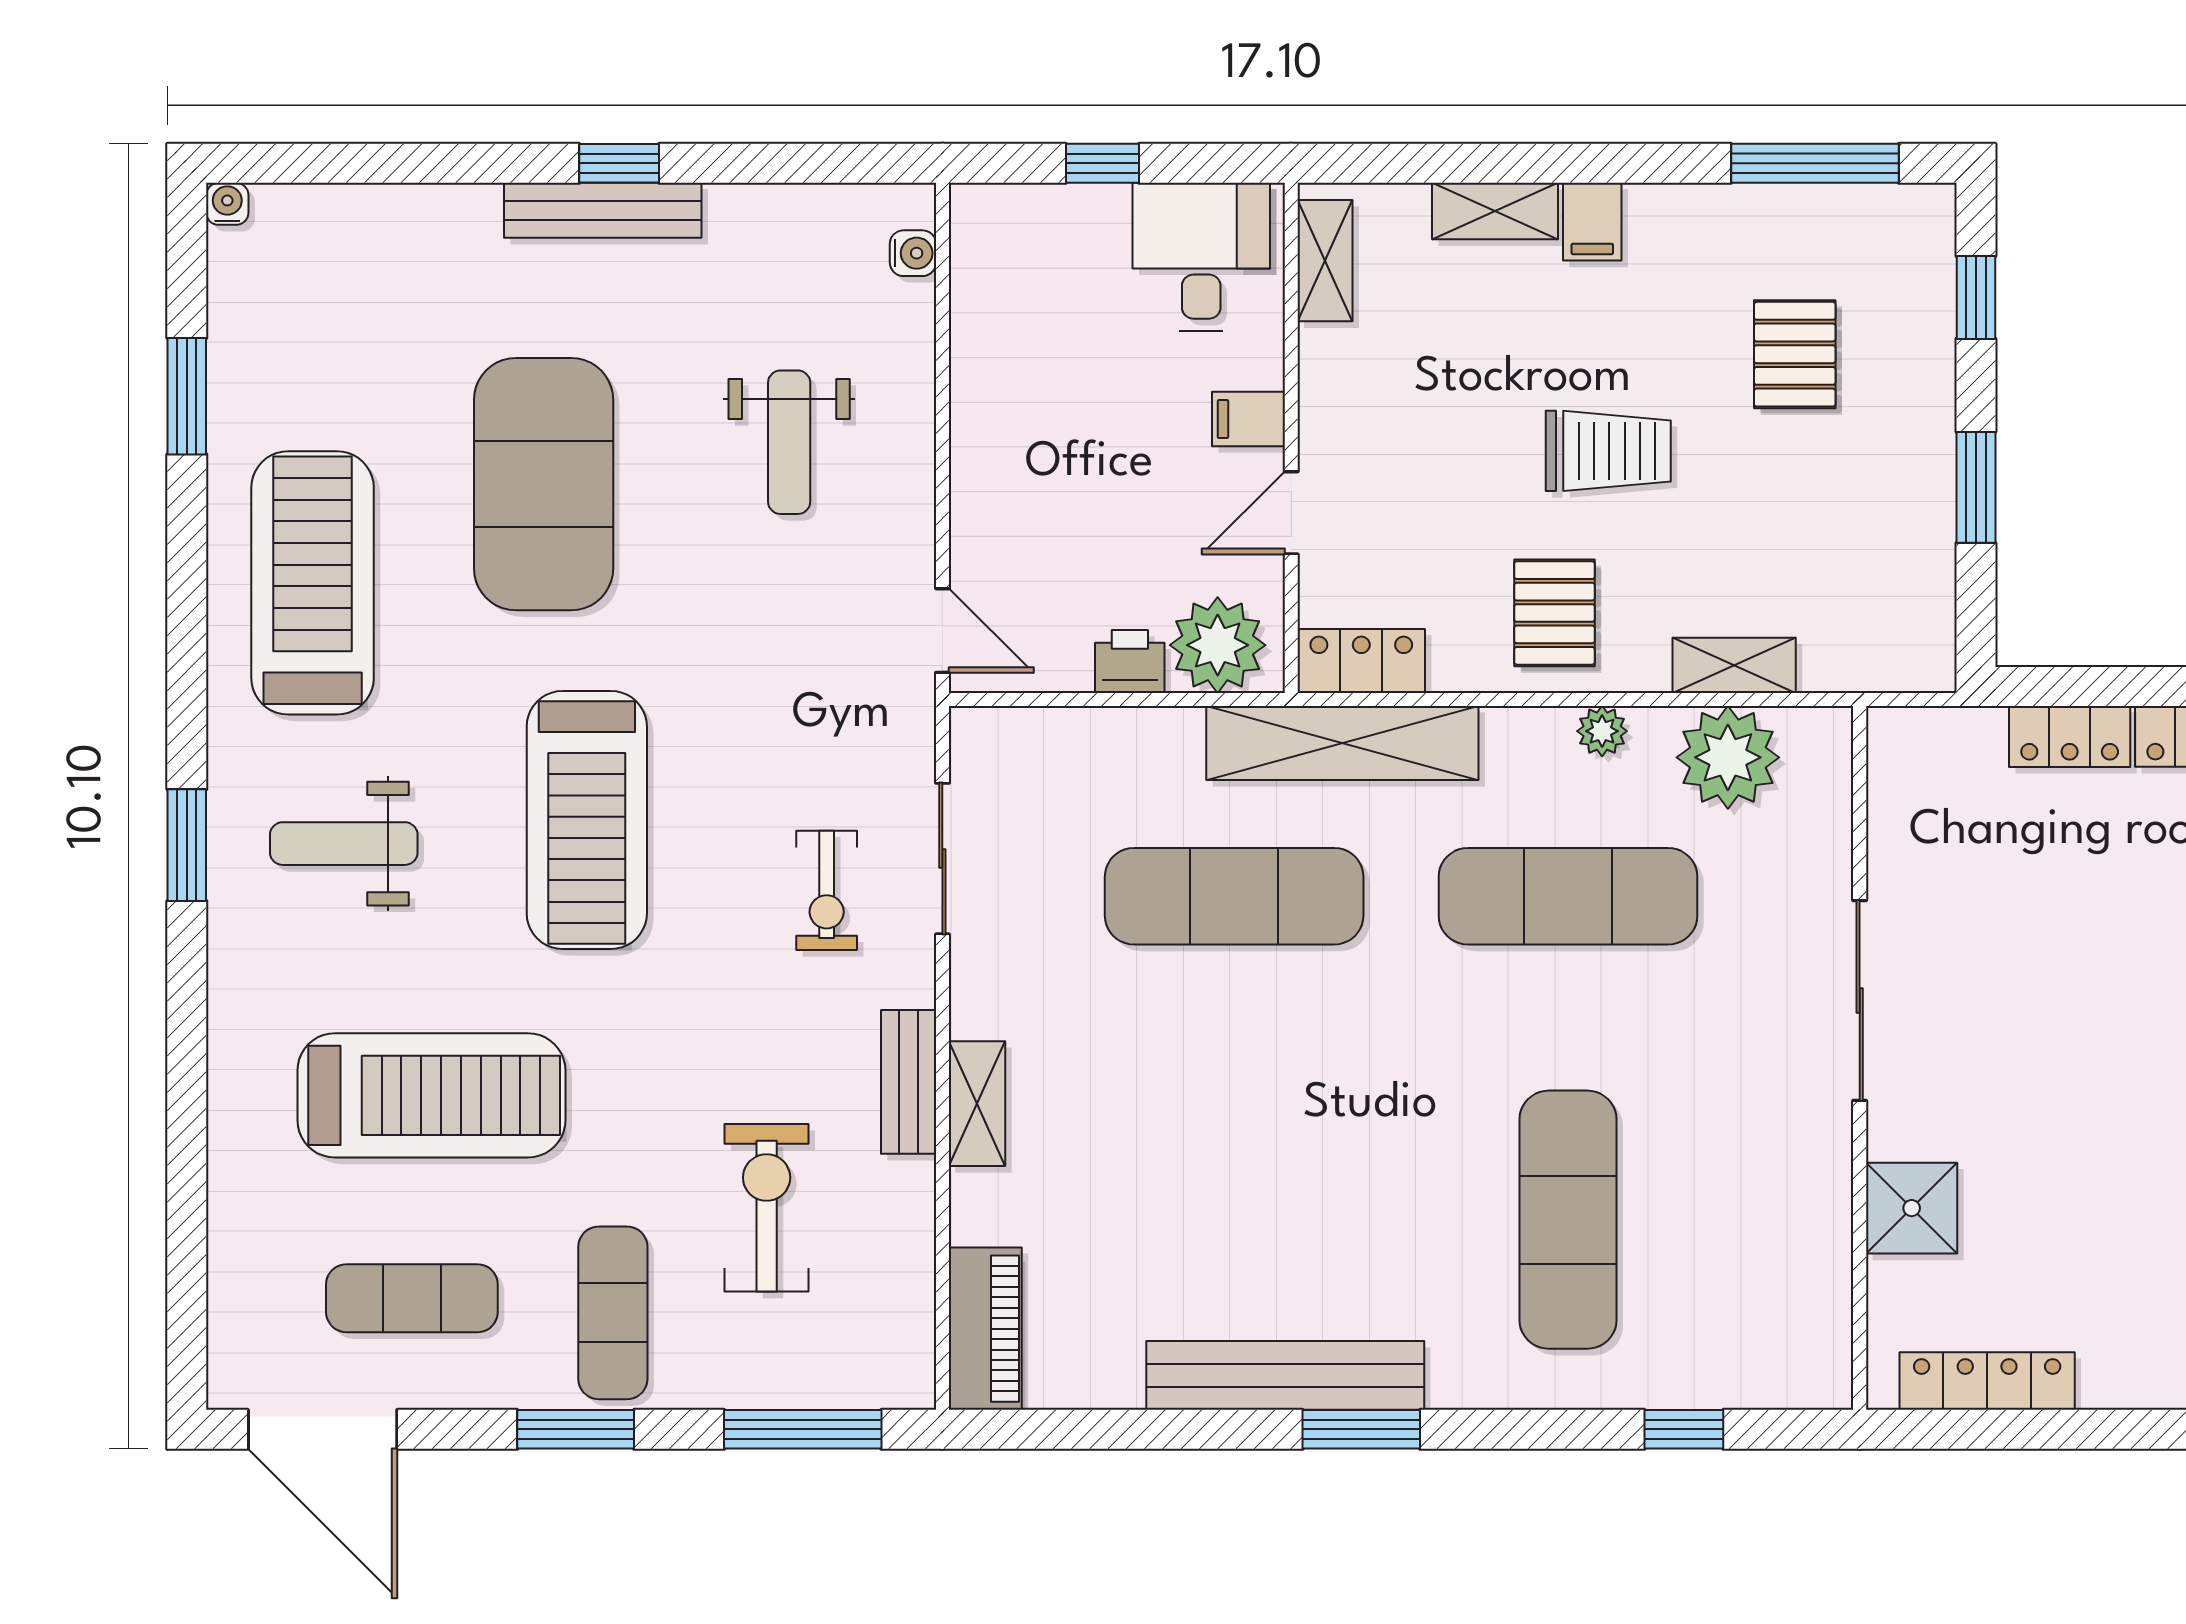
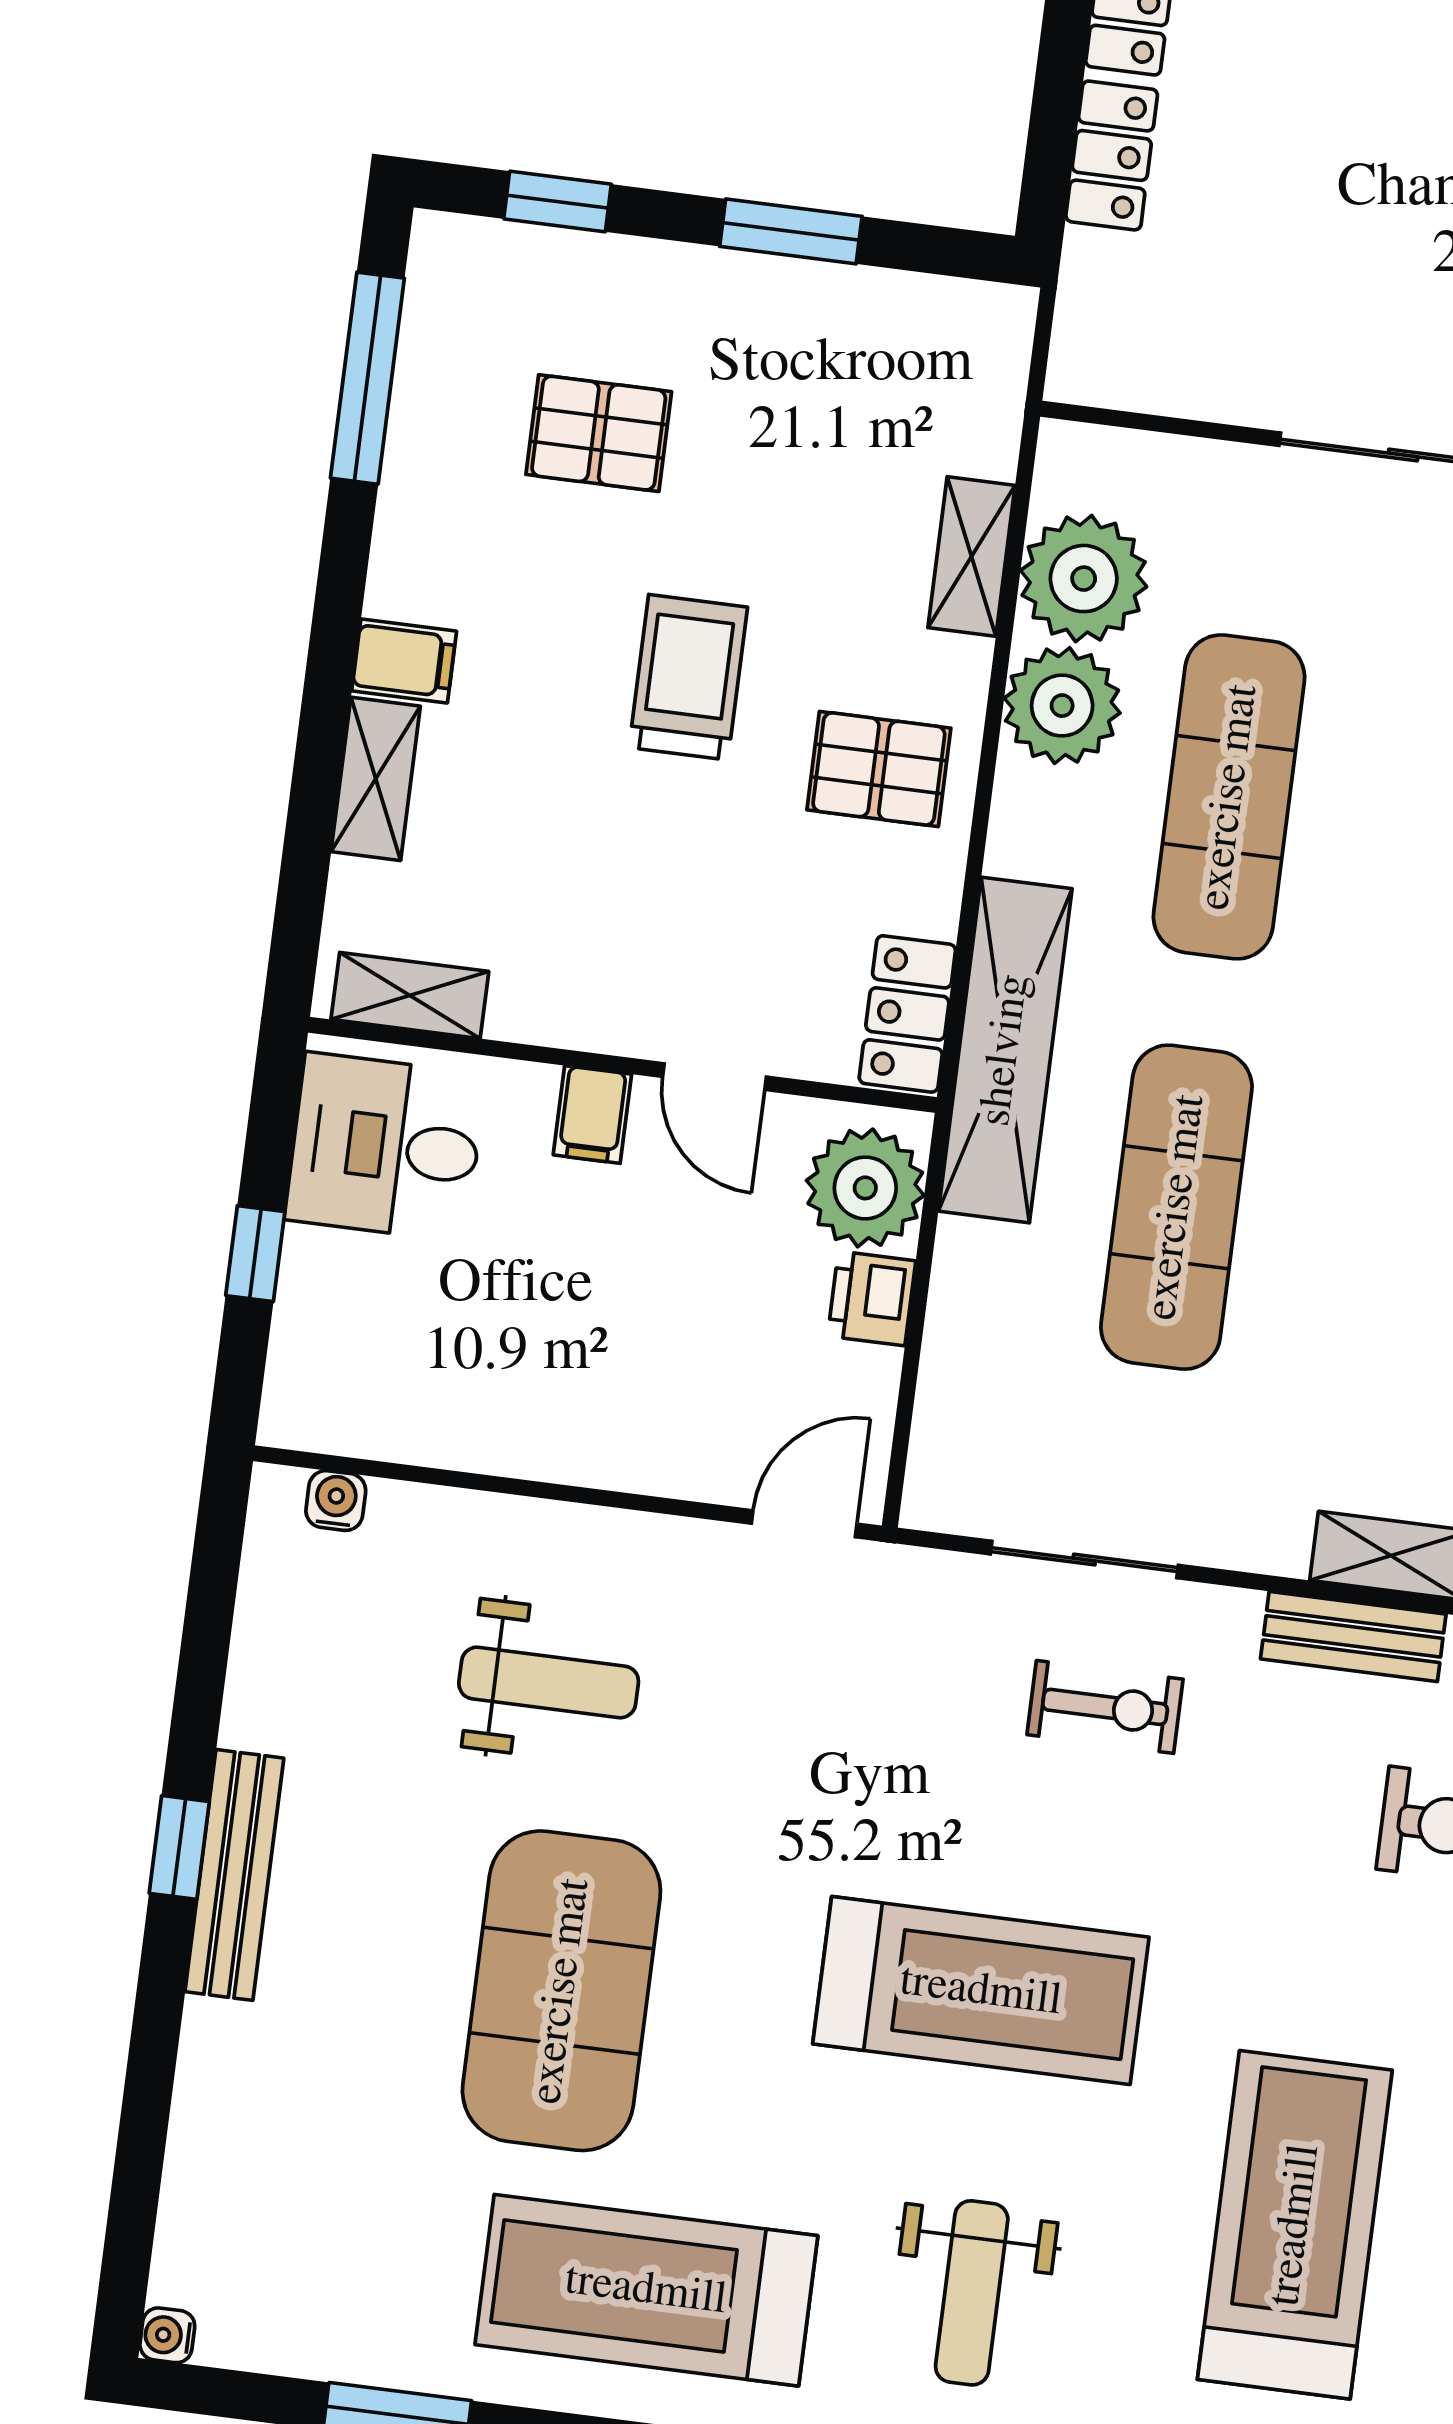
exercise mat: (544, 484) -> (561, 1991), turned 90
plant: (1602, 731) -> (1062, 706), width x1.87, depth x1.87

